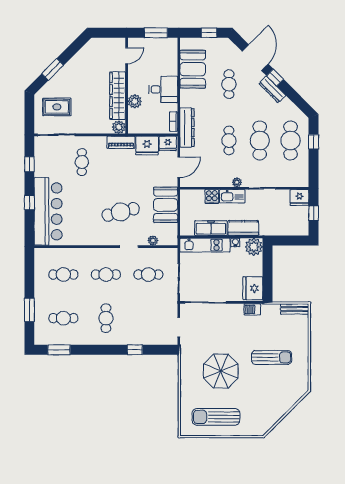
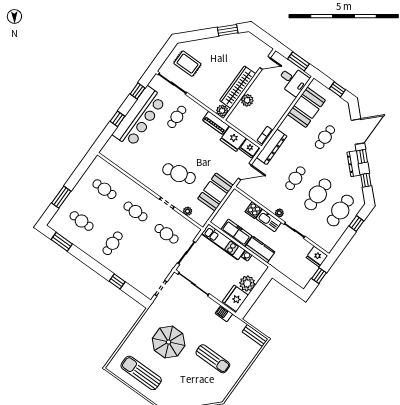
window: (53, 69) -> (228, 30), moved
desk: (163, 89) -> (293, 81), moved
window: (294, 96) -> (366, 180), added
bar counter: (48, 211) -> (139, 117), moved
plant: (254, 247) -> (247, 283), moved

